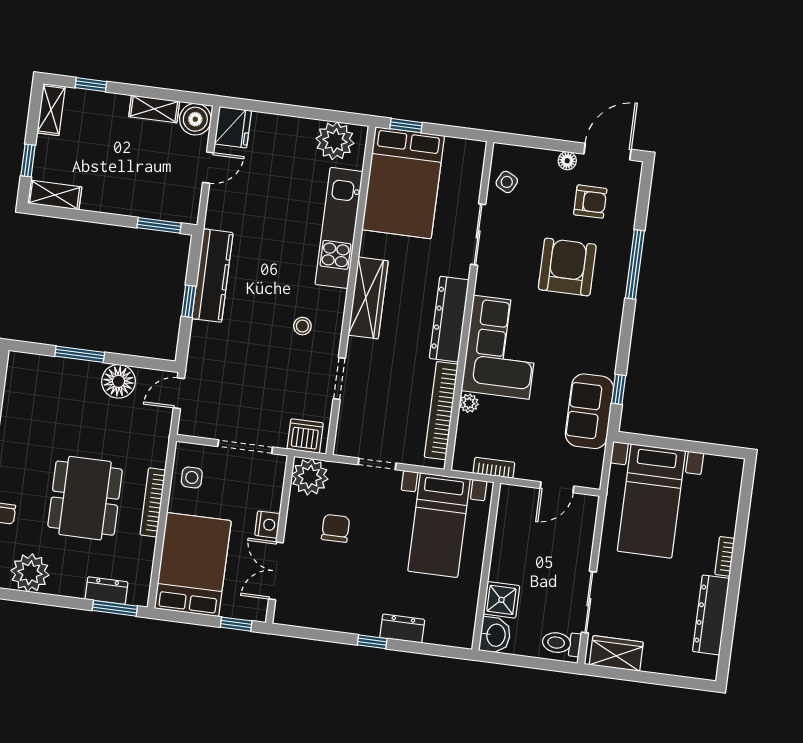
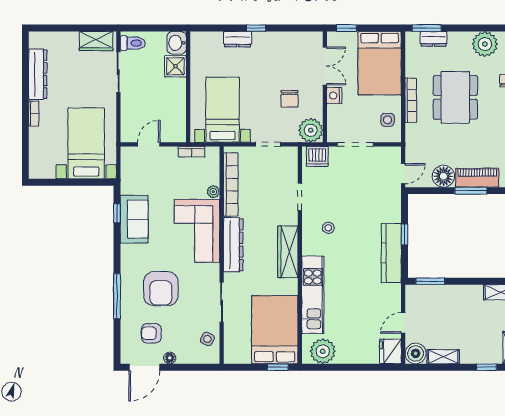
piano: (68, 372) -> (477, 178), added
sofa: (589, 411) -> (134, 219), moved

